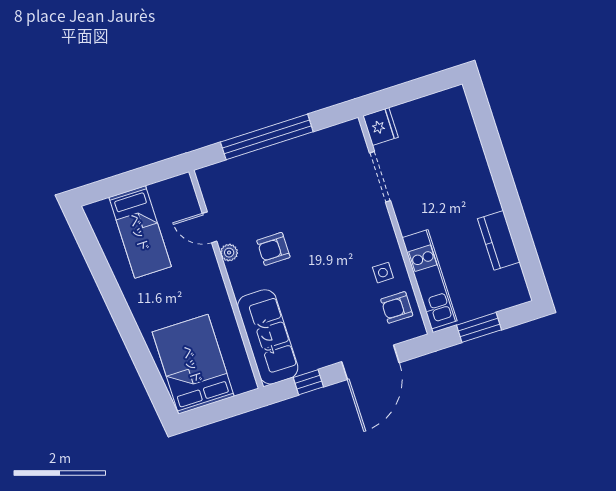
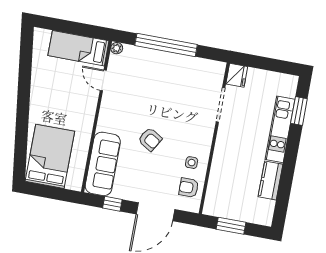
window: (487, 129) -> (299, 111), added
bed: (140, 232) -> (78, 48), moved, turned 90
armchair: (273, 249) -> (150, 139), moved, turned -149
plant: (229, 253) -> (117, 48), moved
kitchen unit: (430, 279) -> (280, 129), moved, turned 180

